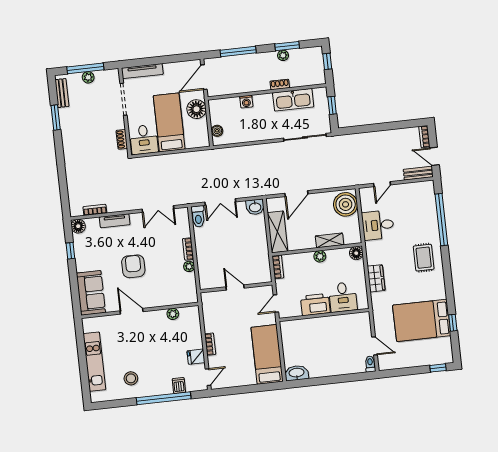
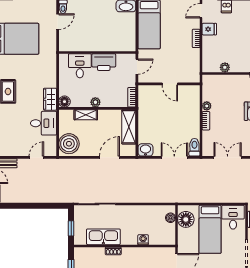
floor lamp: (196, 109) -> (186, 219), moved
wardrobe: (376, 278) -> (50, 99), moved
door: (375, 346) -> (58, 22), swing flipped

